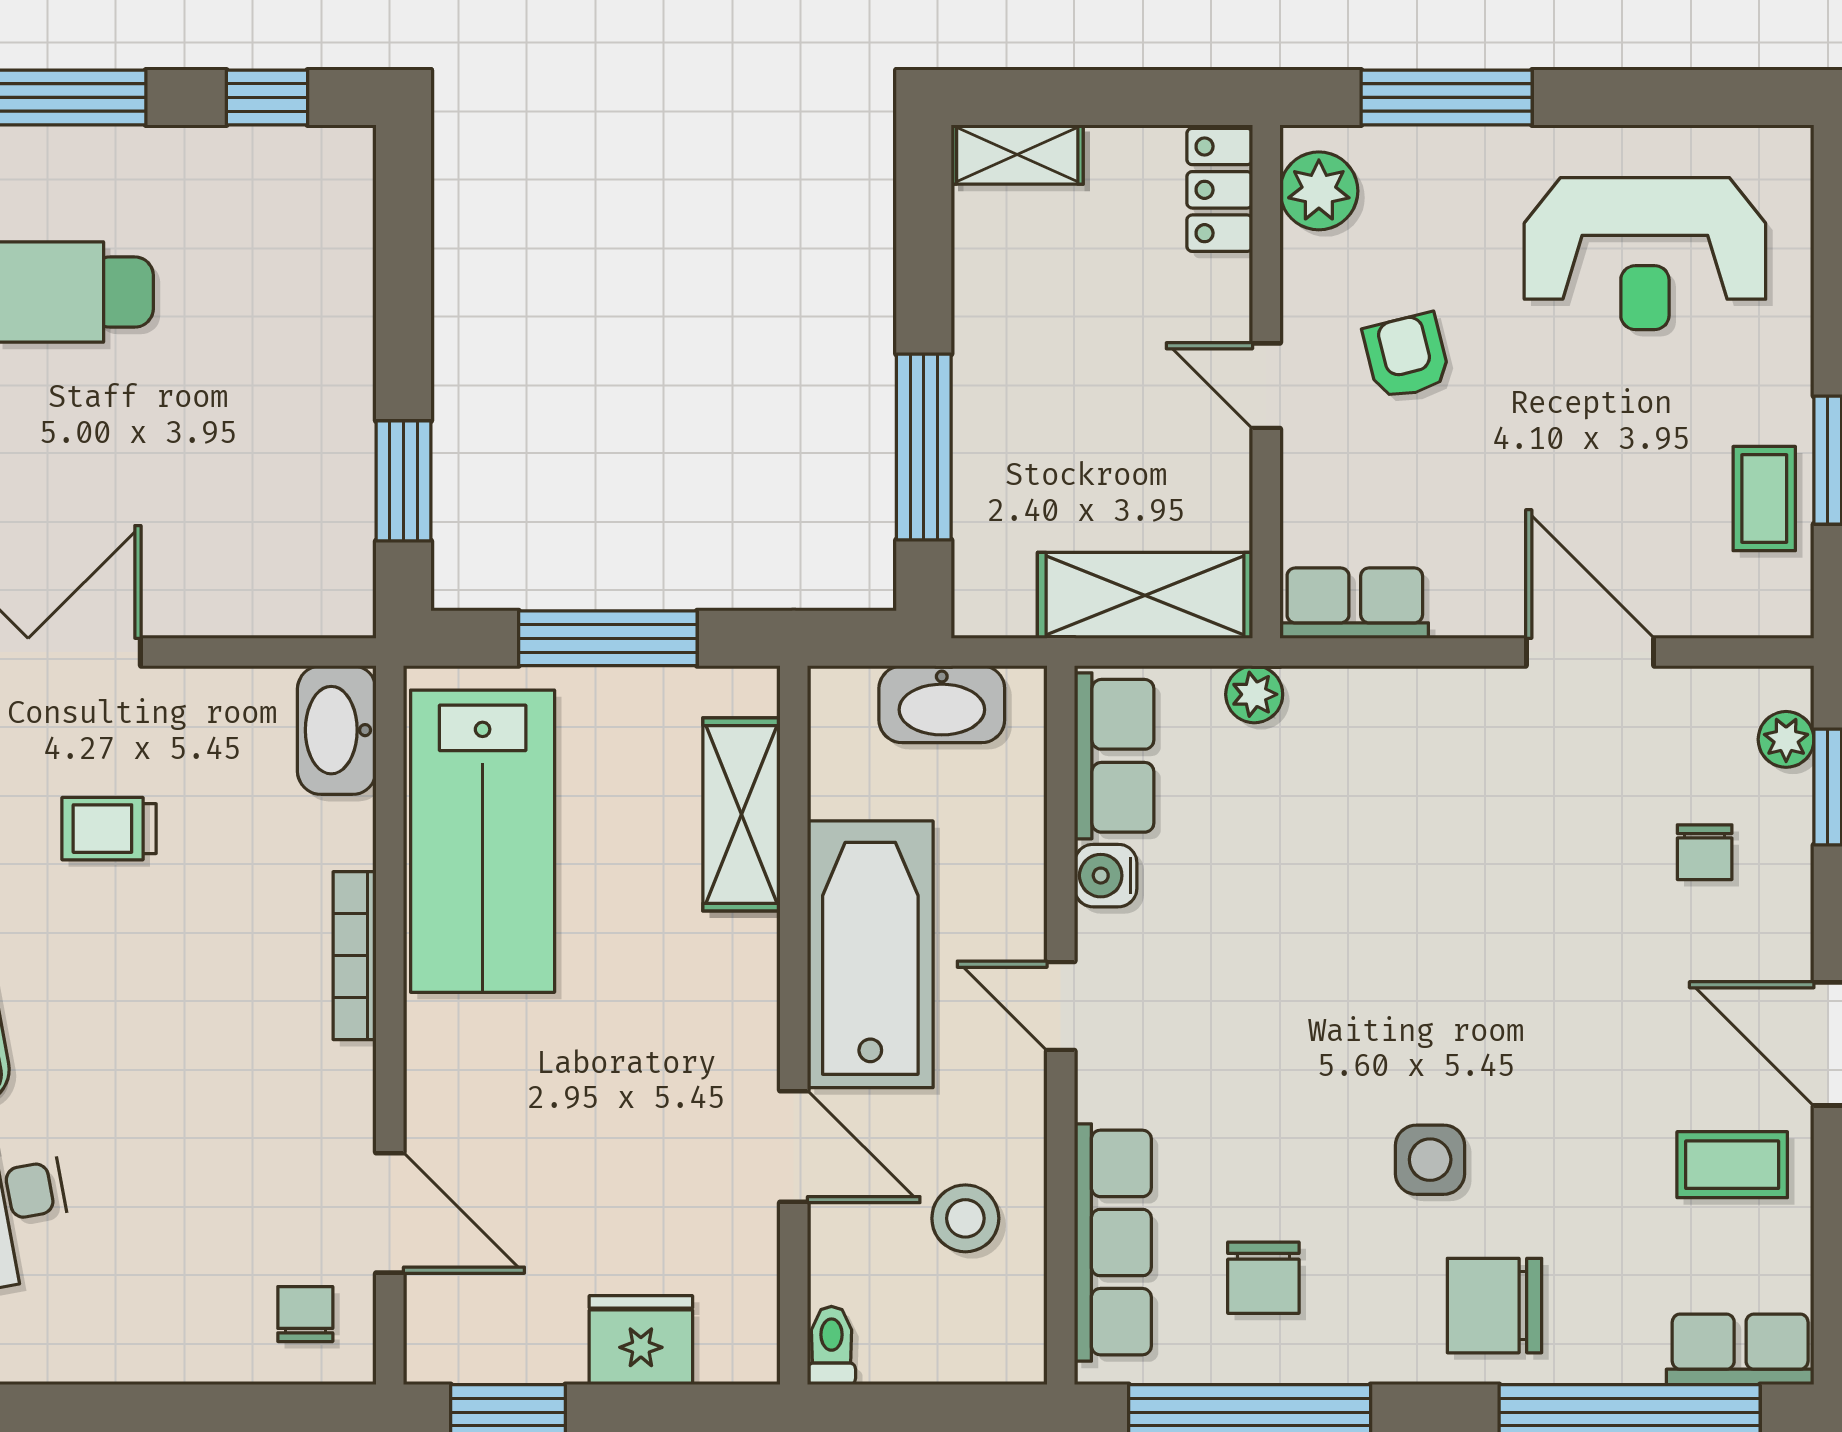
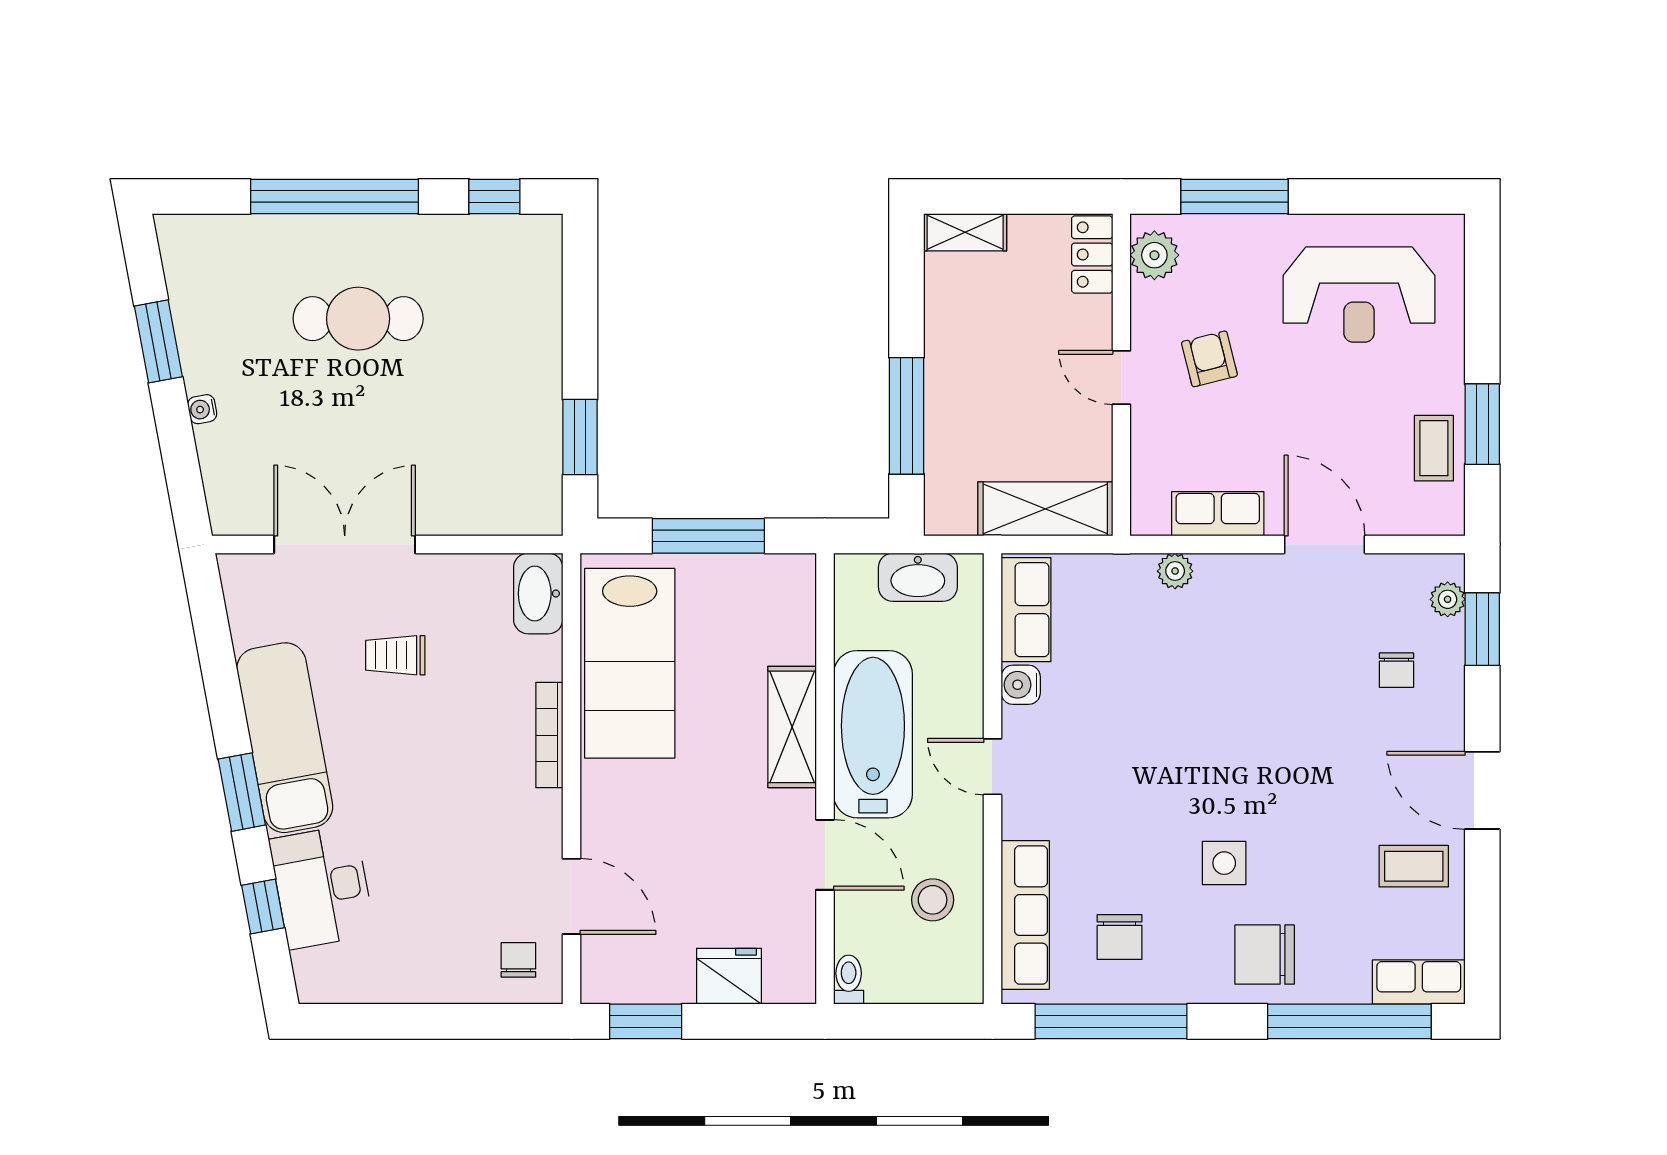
row of seats: (1355, 603) -> (1218, 514), moved
plant: (1254, 694) -> (1175, 571), moved
shelving: (741, 814) -> (792, 727), moved

